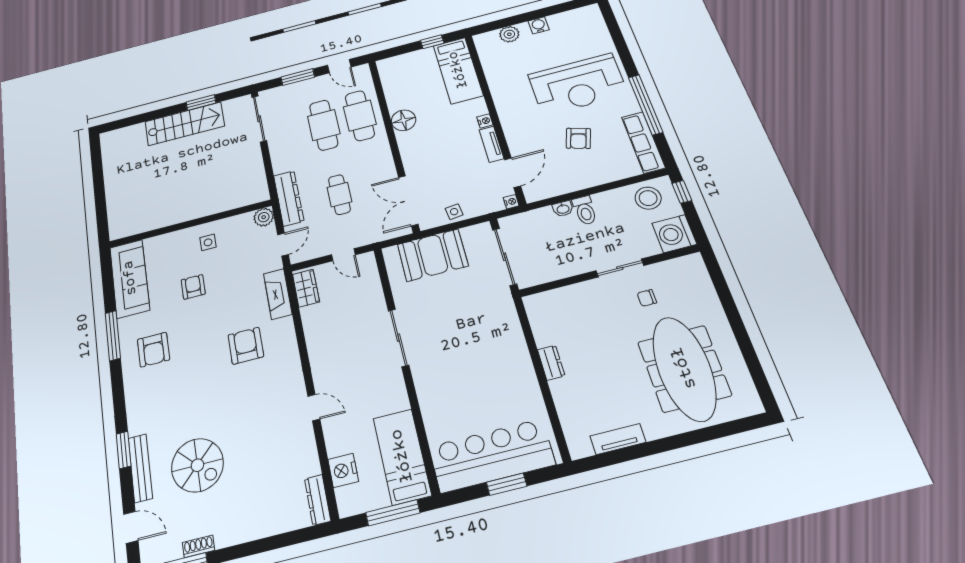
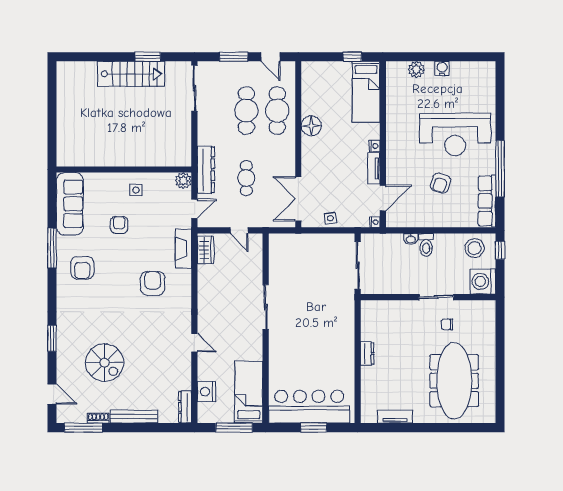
booth: (433, 255) -> (306, 249), removed
bench: (140, 468) -> (134, 417), moved, turned 90

